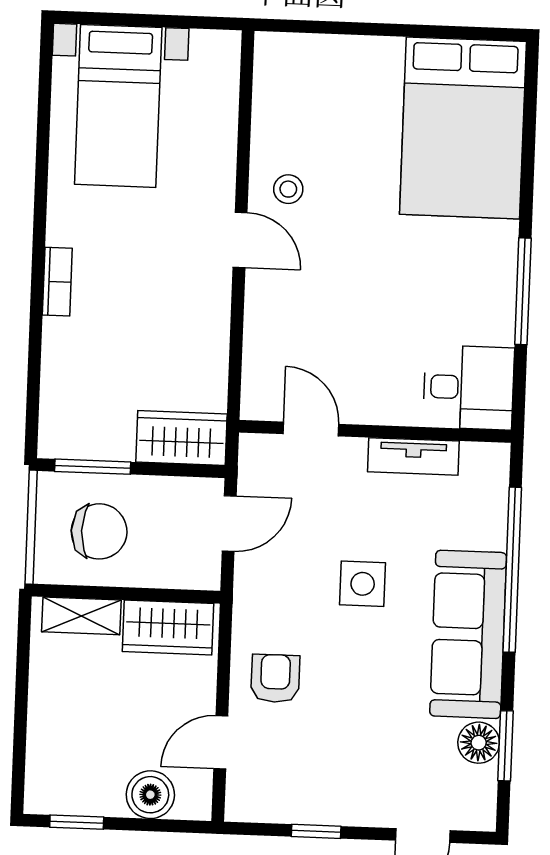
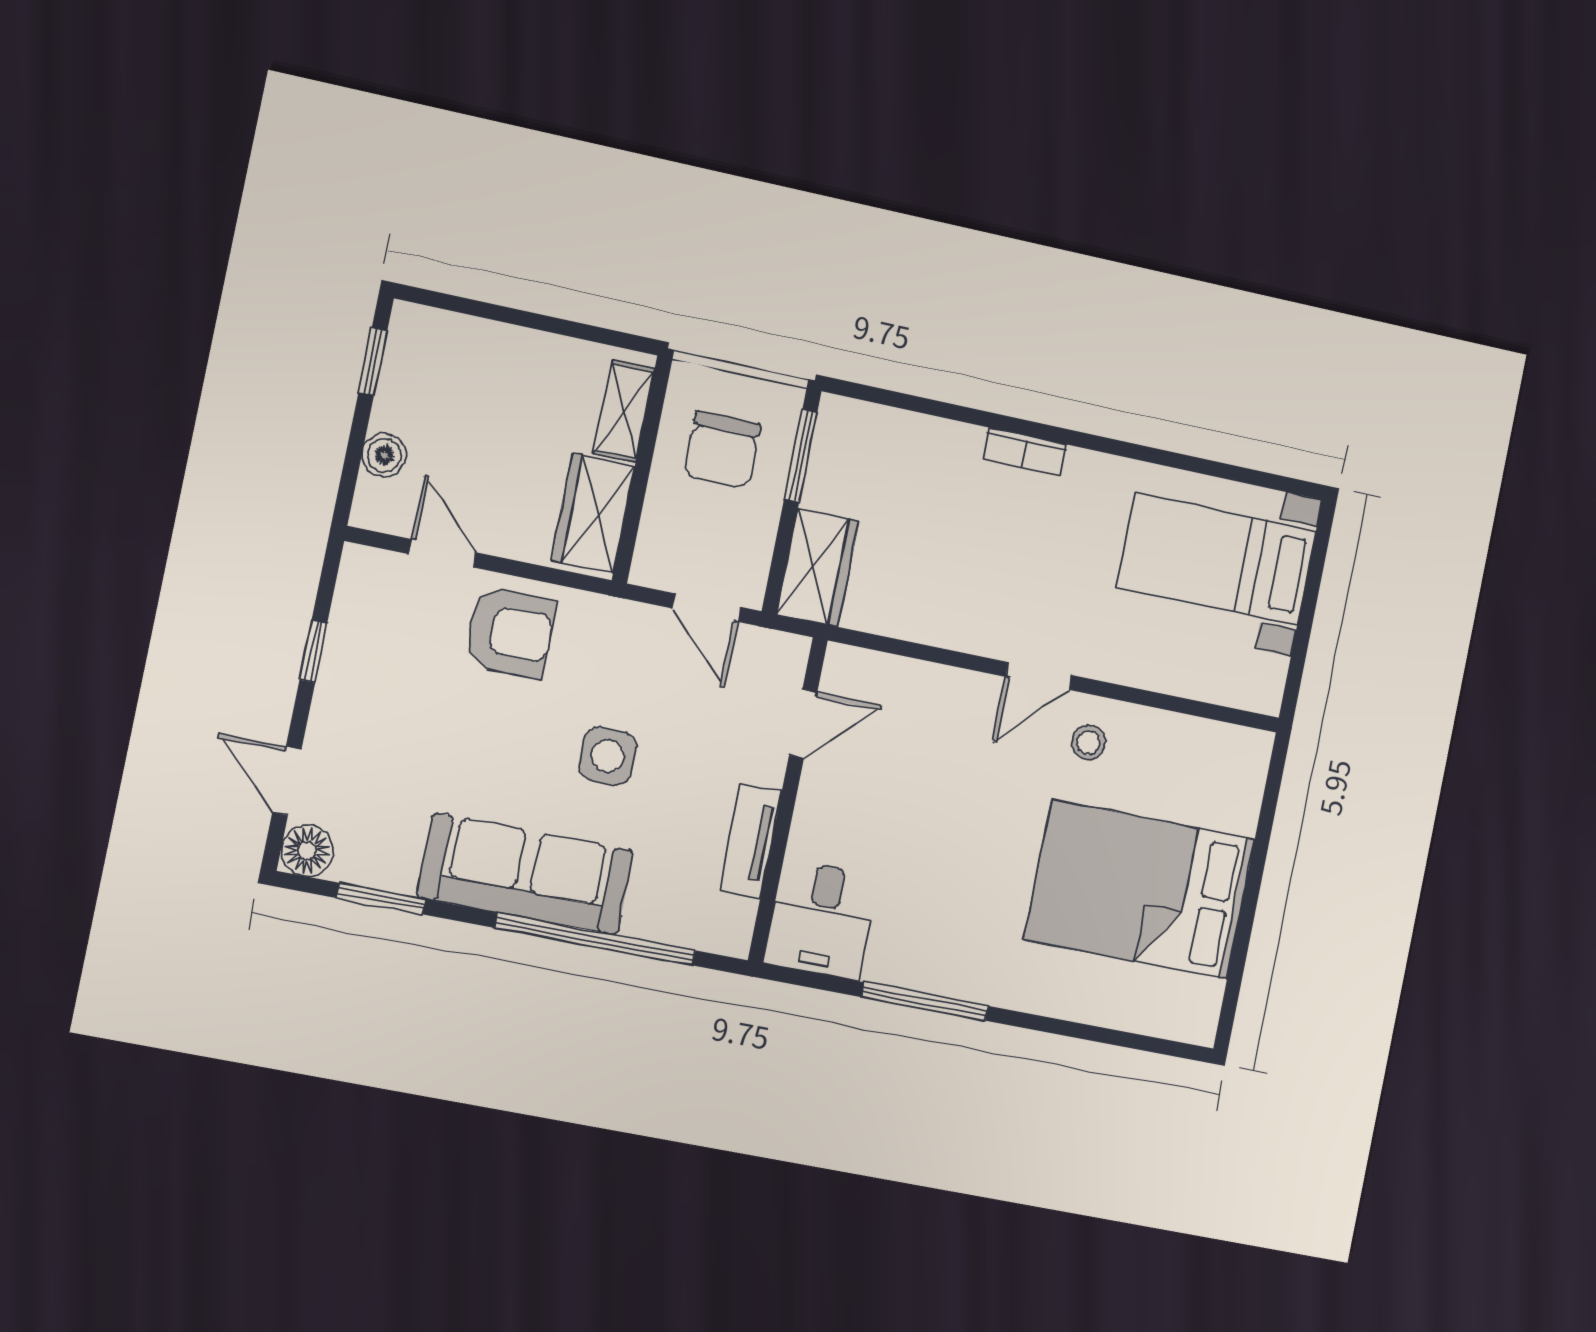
bed: (463, 128) -> (1140, 890), moved
armchair: (275, 678) -> (510, 632), width x1.38, depth x1.38
floor lamp: (479, 743) -> (307, 851), moved
boiler: (150, 795) -> (384, 455), width x0.73, depth x0.73

